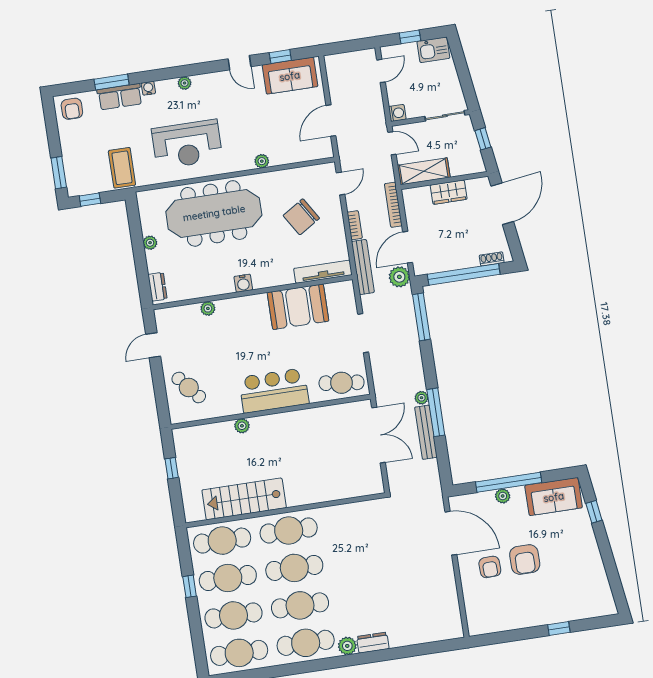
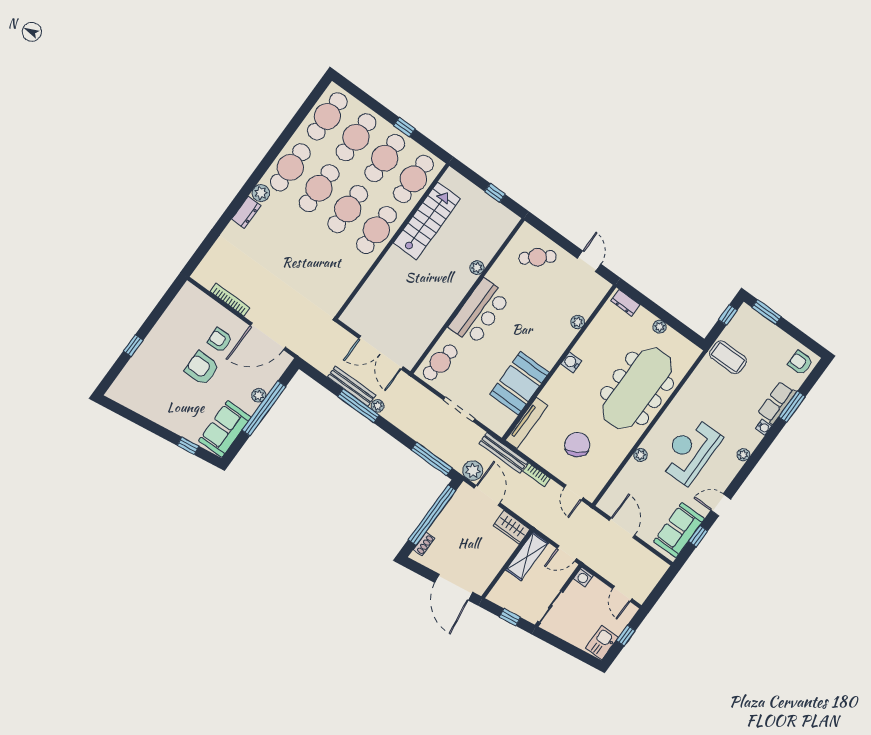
reception desk: (187, 144) -> (690, 451), moved
wardrobe: (449, 192) -> (512, 527), moved, turned -90
bookcase: (393, 205) -> (230, 300), moved

